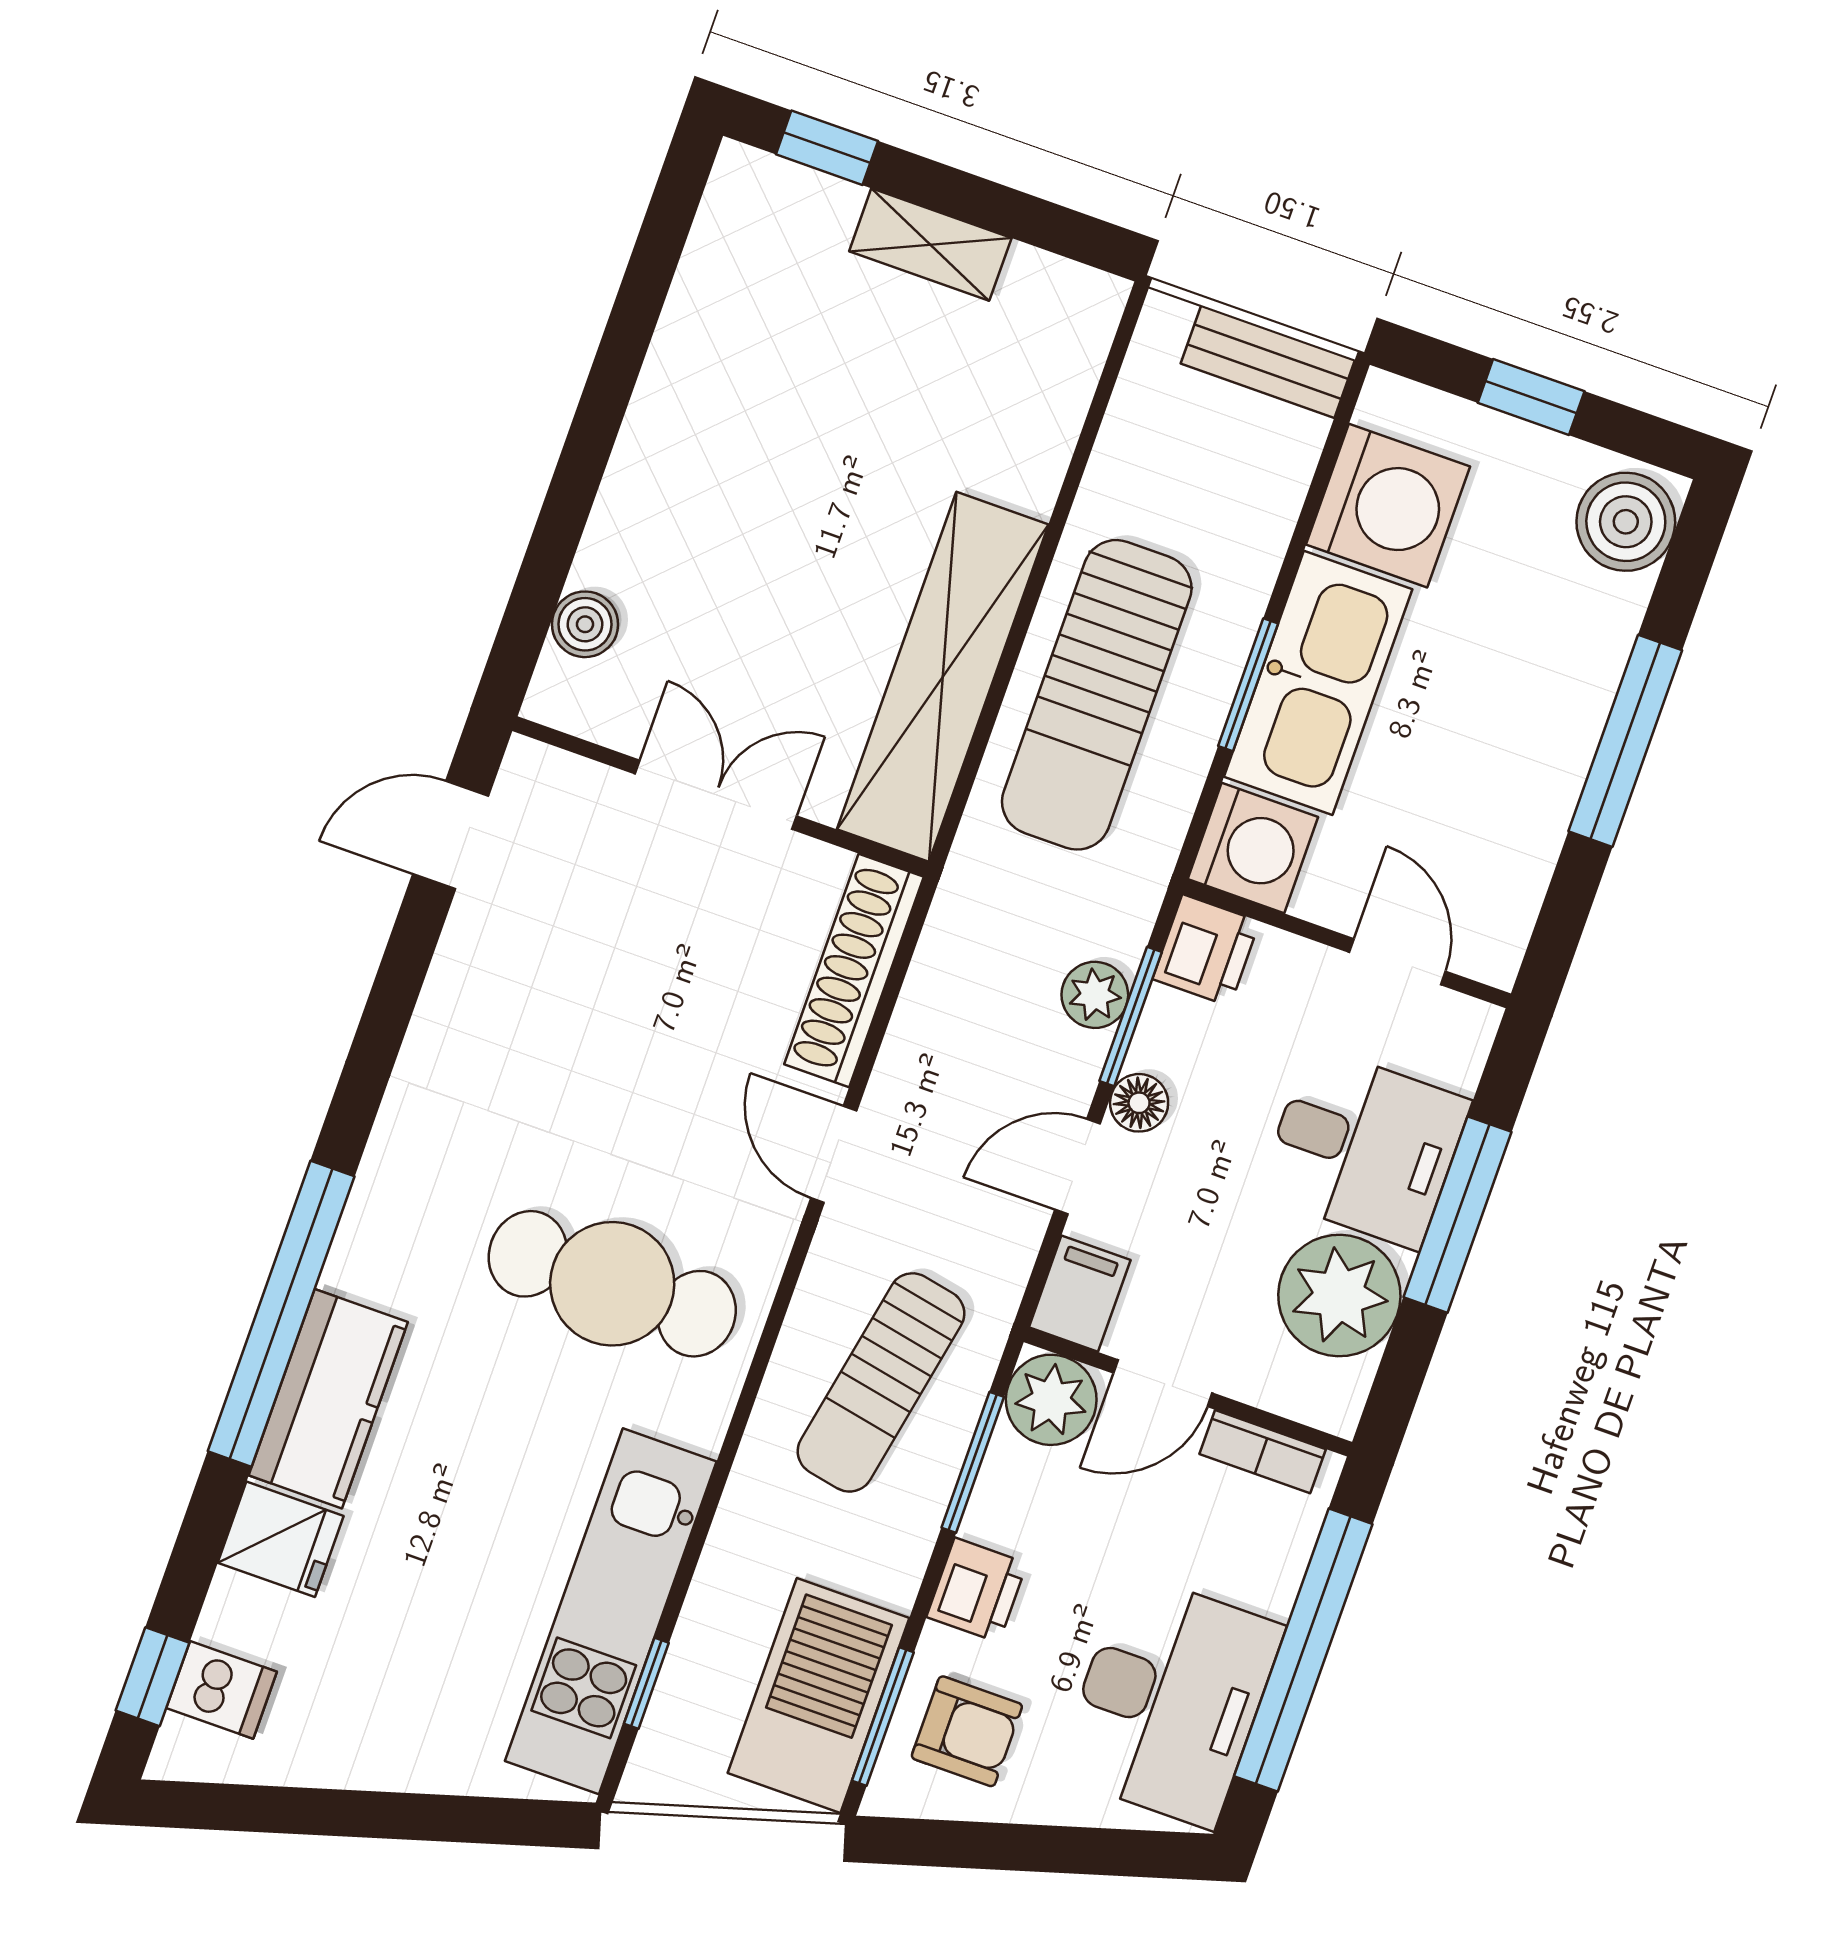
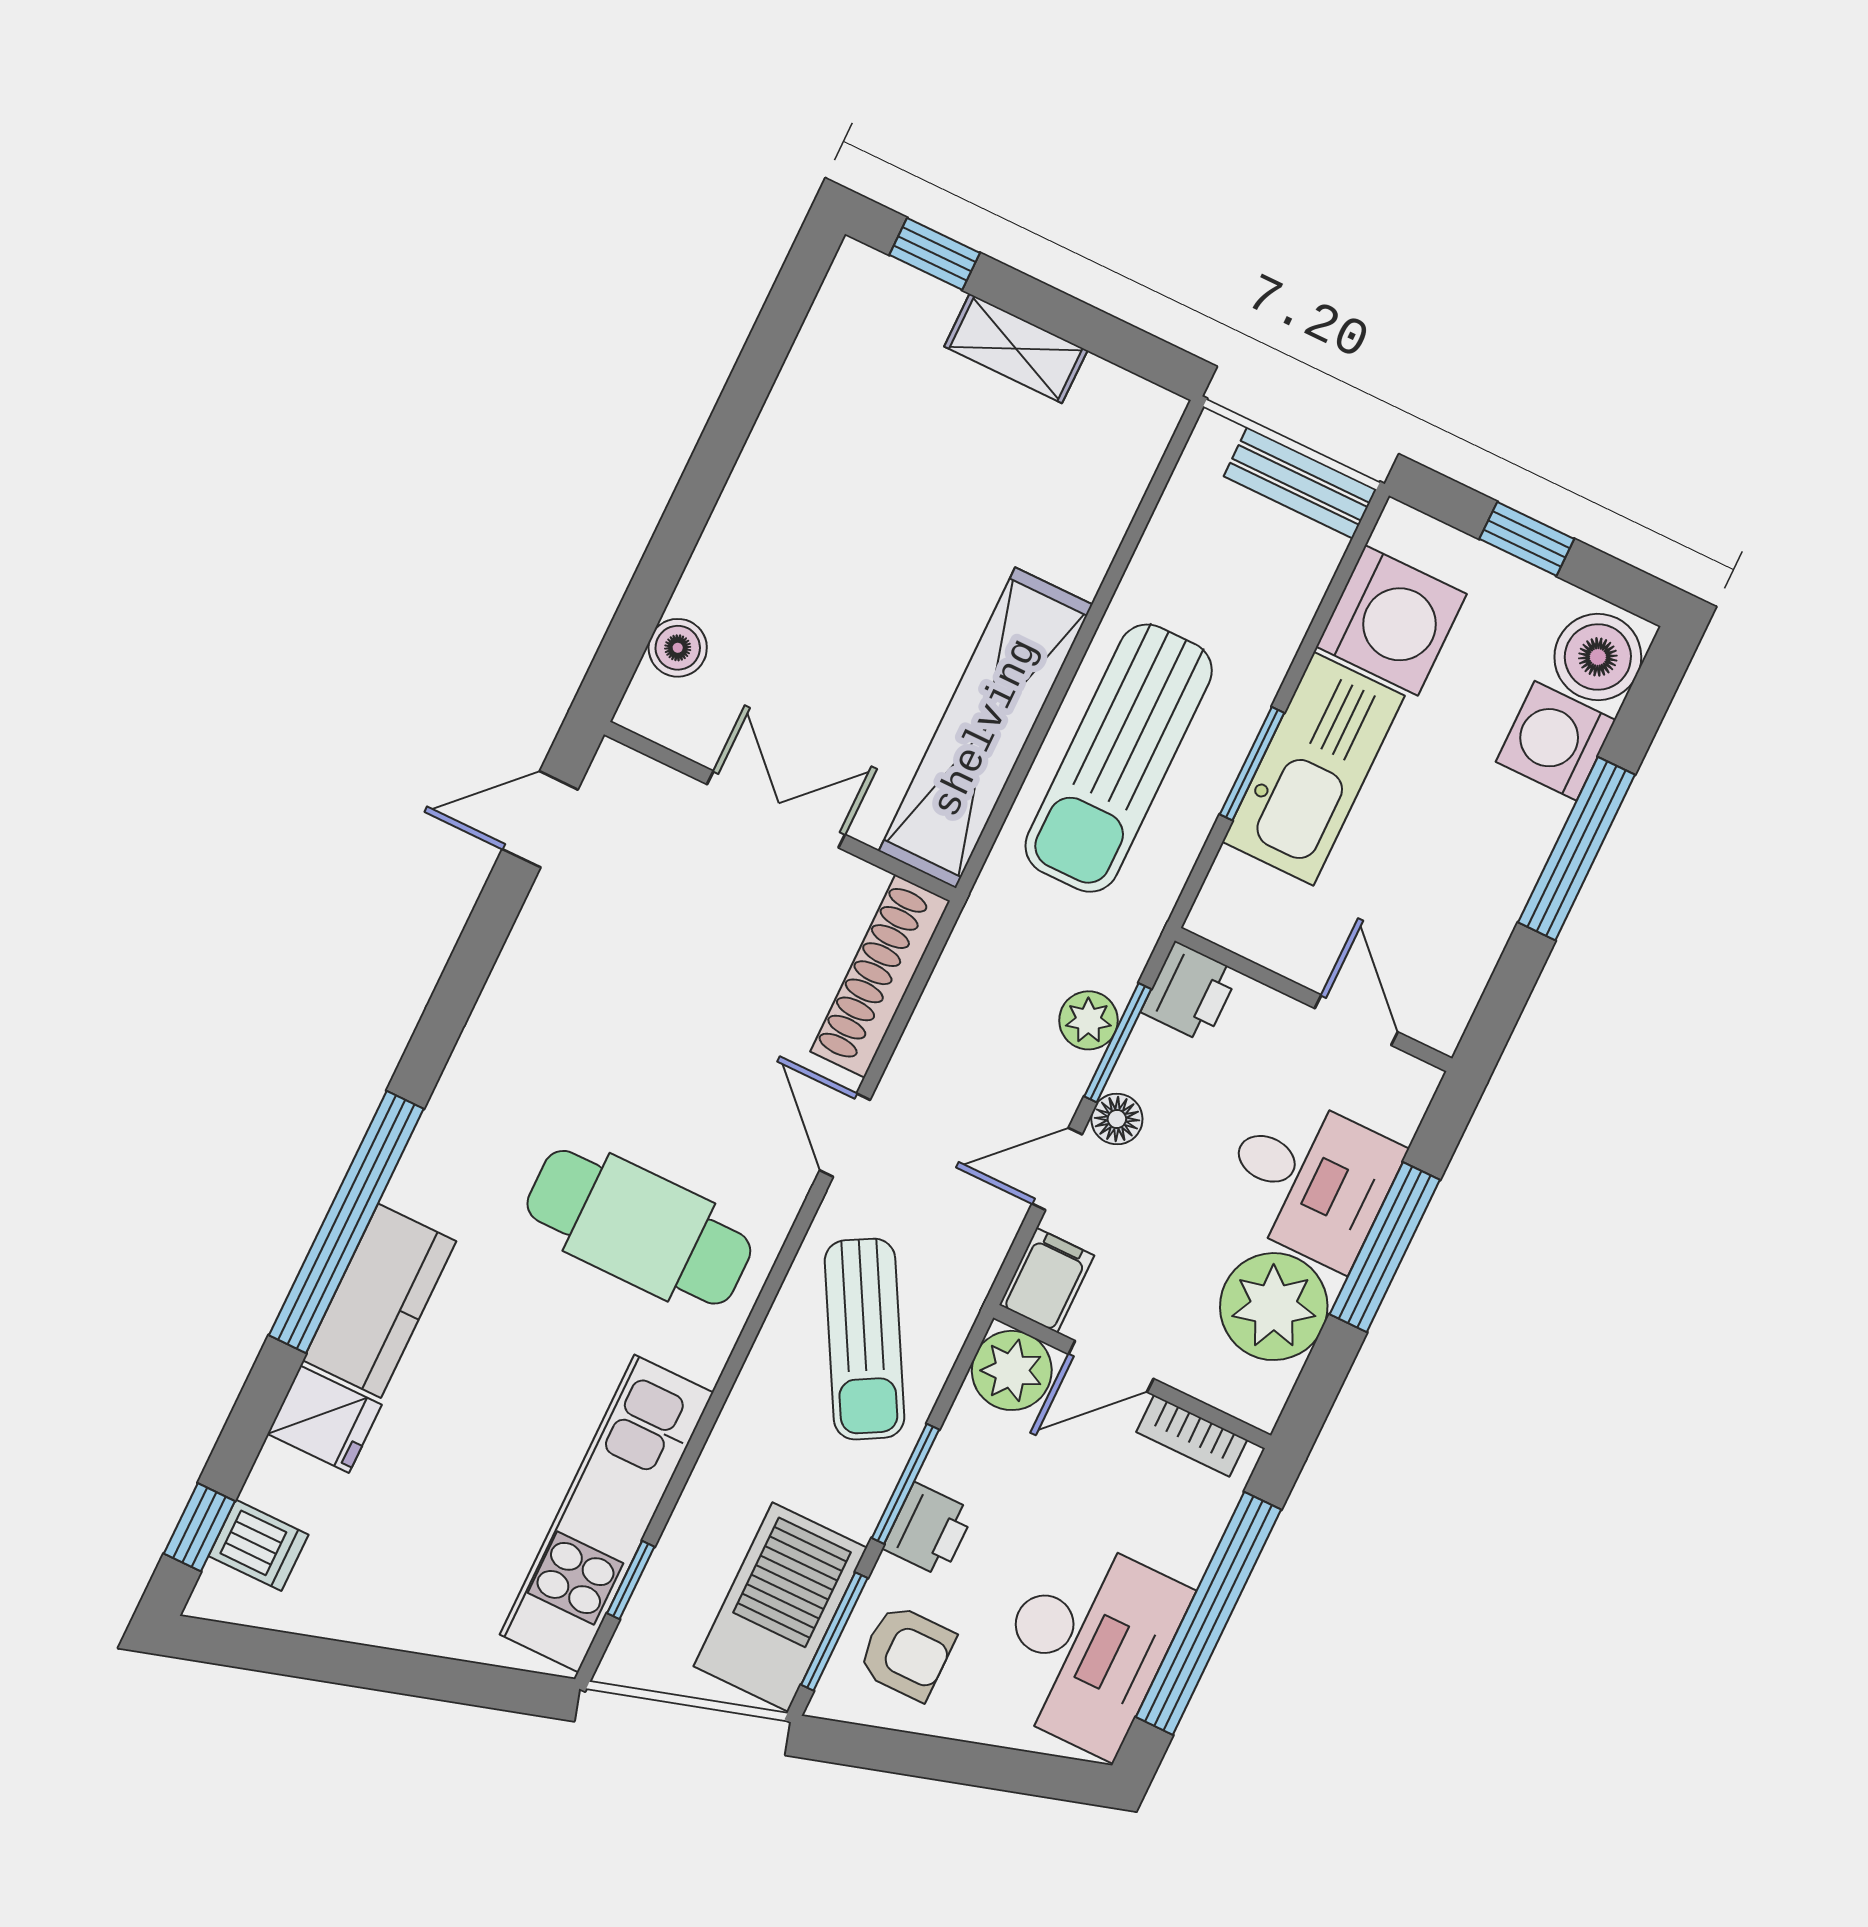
washing machine: (1253, 848) -> (1556, 741), moved, turned 180
sun lounger: (881, 1382) -> (865, 1339), turned -40
window: (973, 1462) -> (905, 1484), moved

